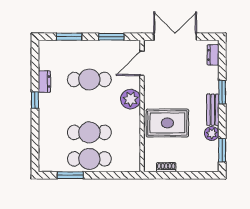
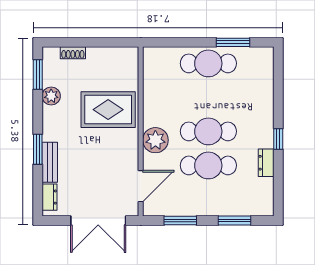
bench: (213, 110) -> (50, 162), moved
cafe table: (89, 132) -> (208, 131), moved
shoe rack: (166, 167) -> (73, 53), moved

